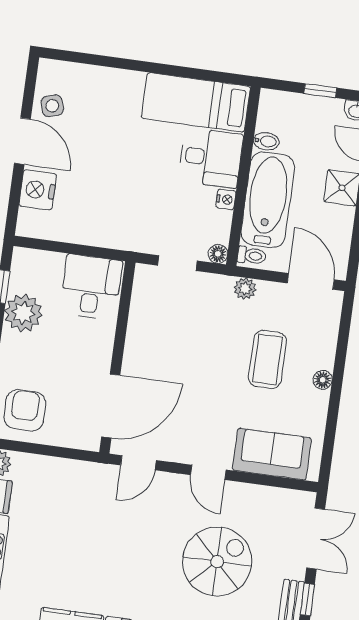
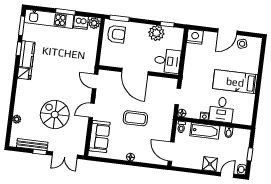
bed: (196, 102) -> (235, 82), moved, turned -90
nightstand: (38, 190) -> (195, 37), moved
bathtub: (268, 200) -> (205, 131), width x0.73, depth x0.73
door: (311, 281) -> (171, 152), swing flipped
plant: (245, 289) -> (168, 124), removed
coffee table: (267, 359) -> (135, 118), moved
door: (111, 406) -> (135, 72), moved
spiral stairs: (217, 562) -> (55, 115), turned 180

